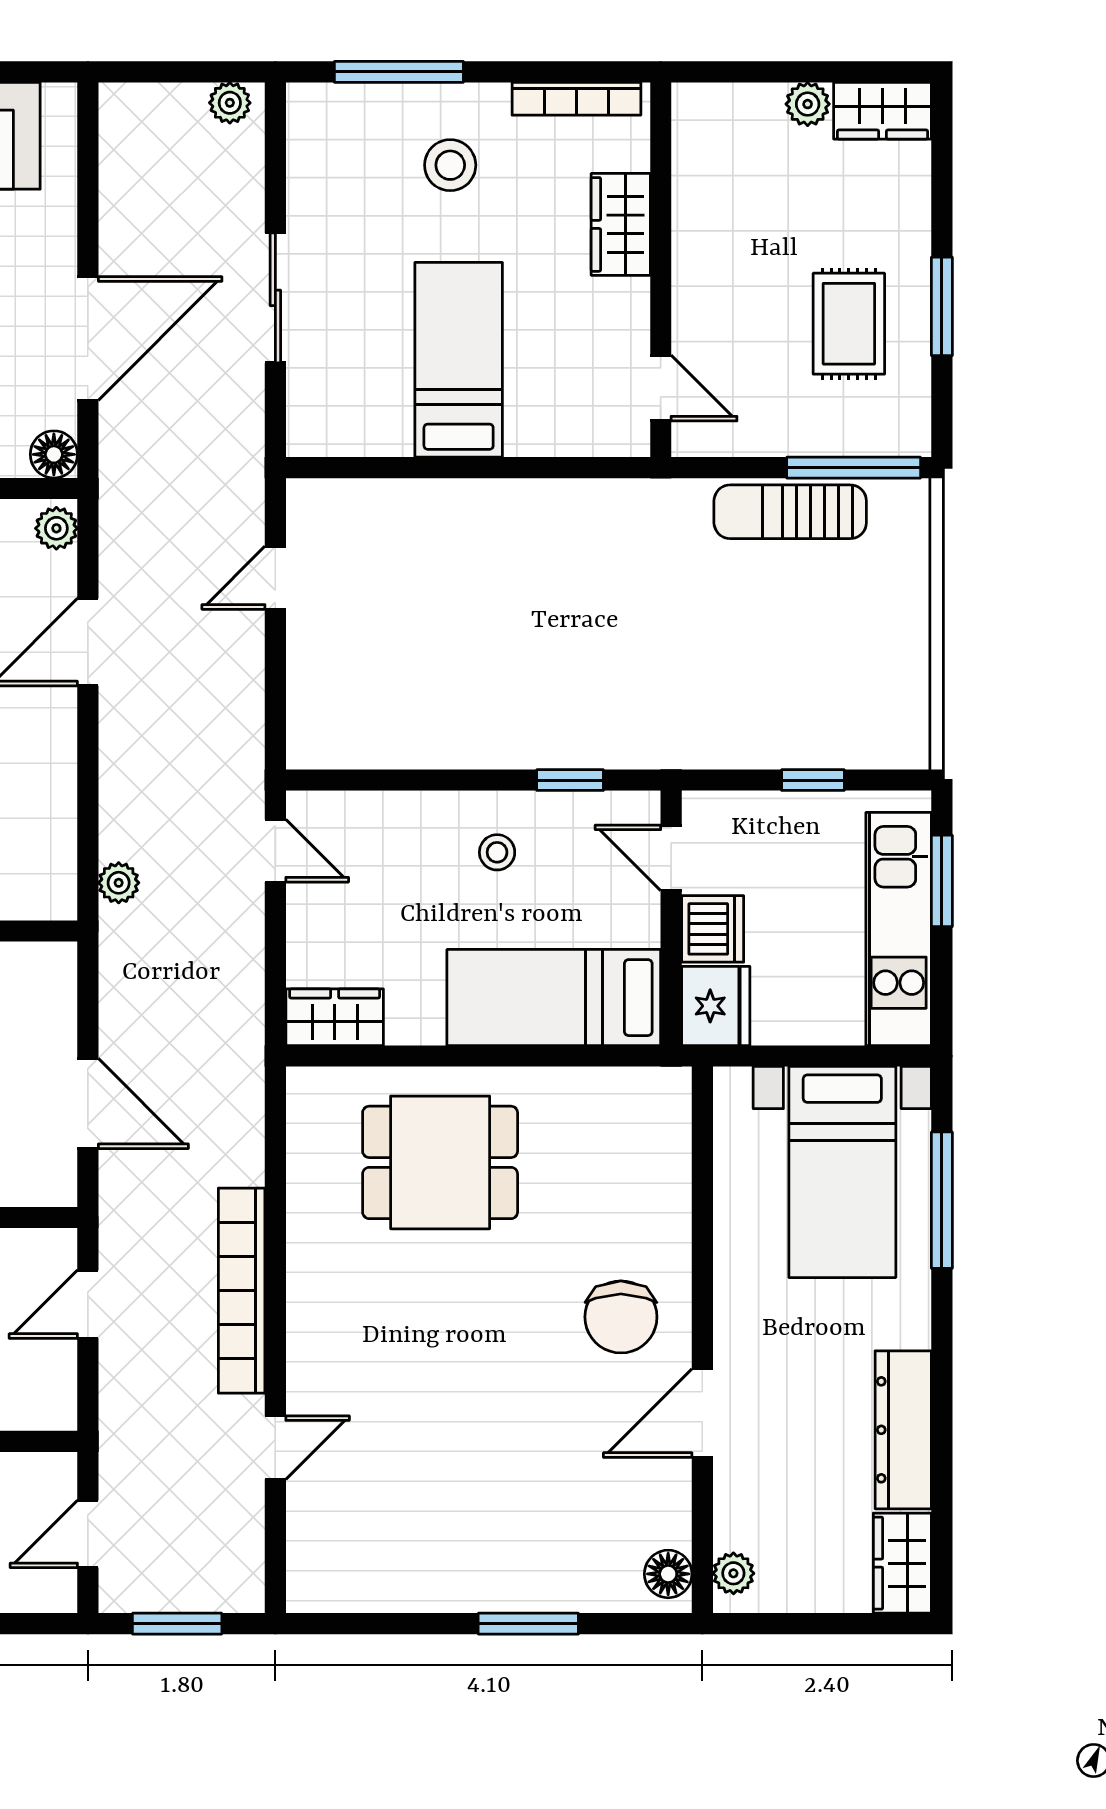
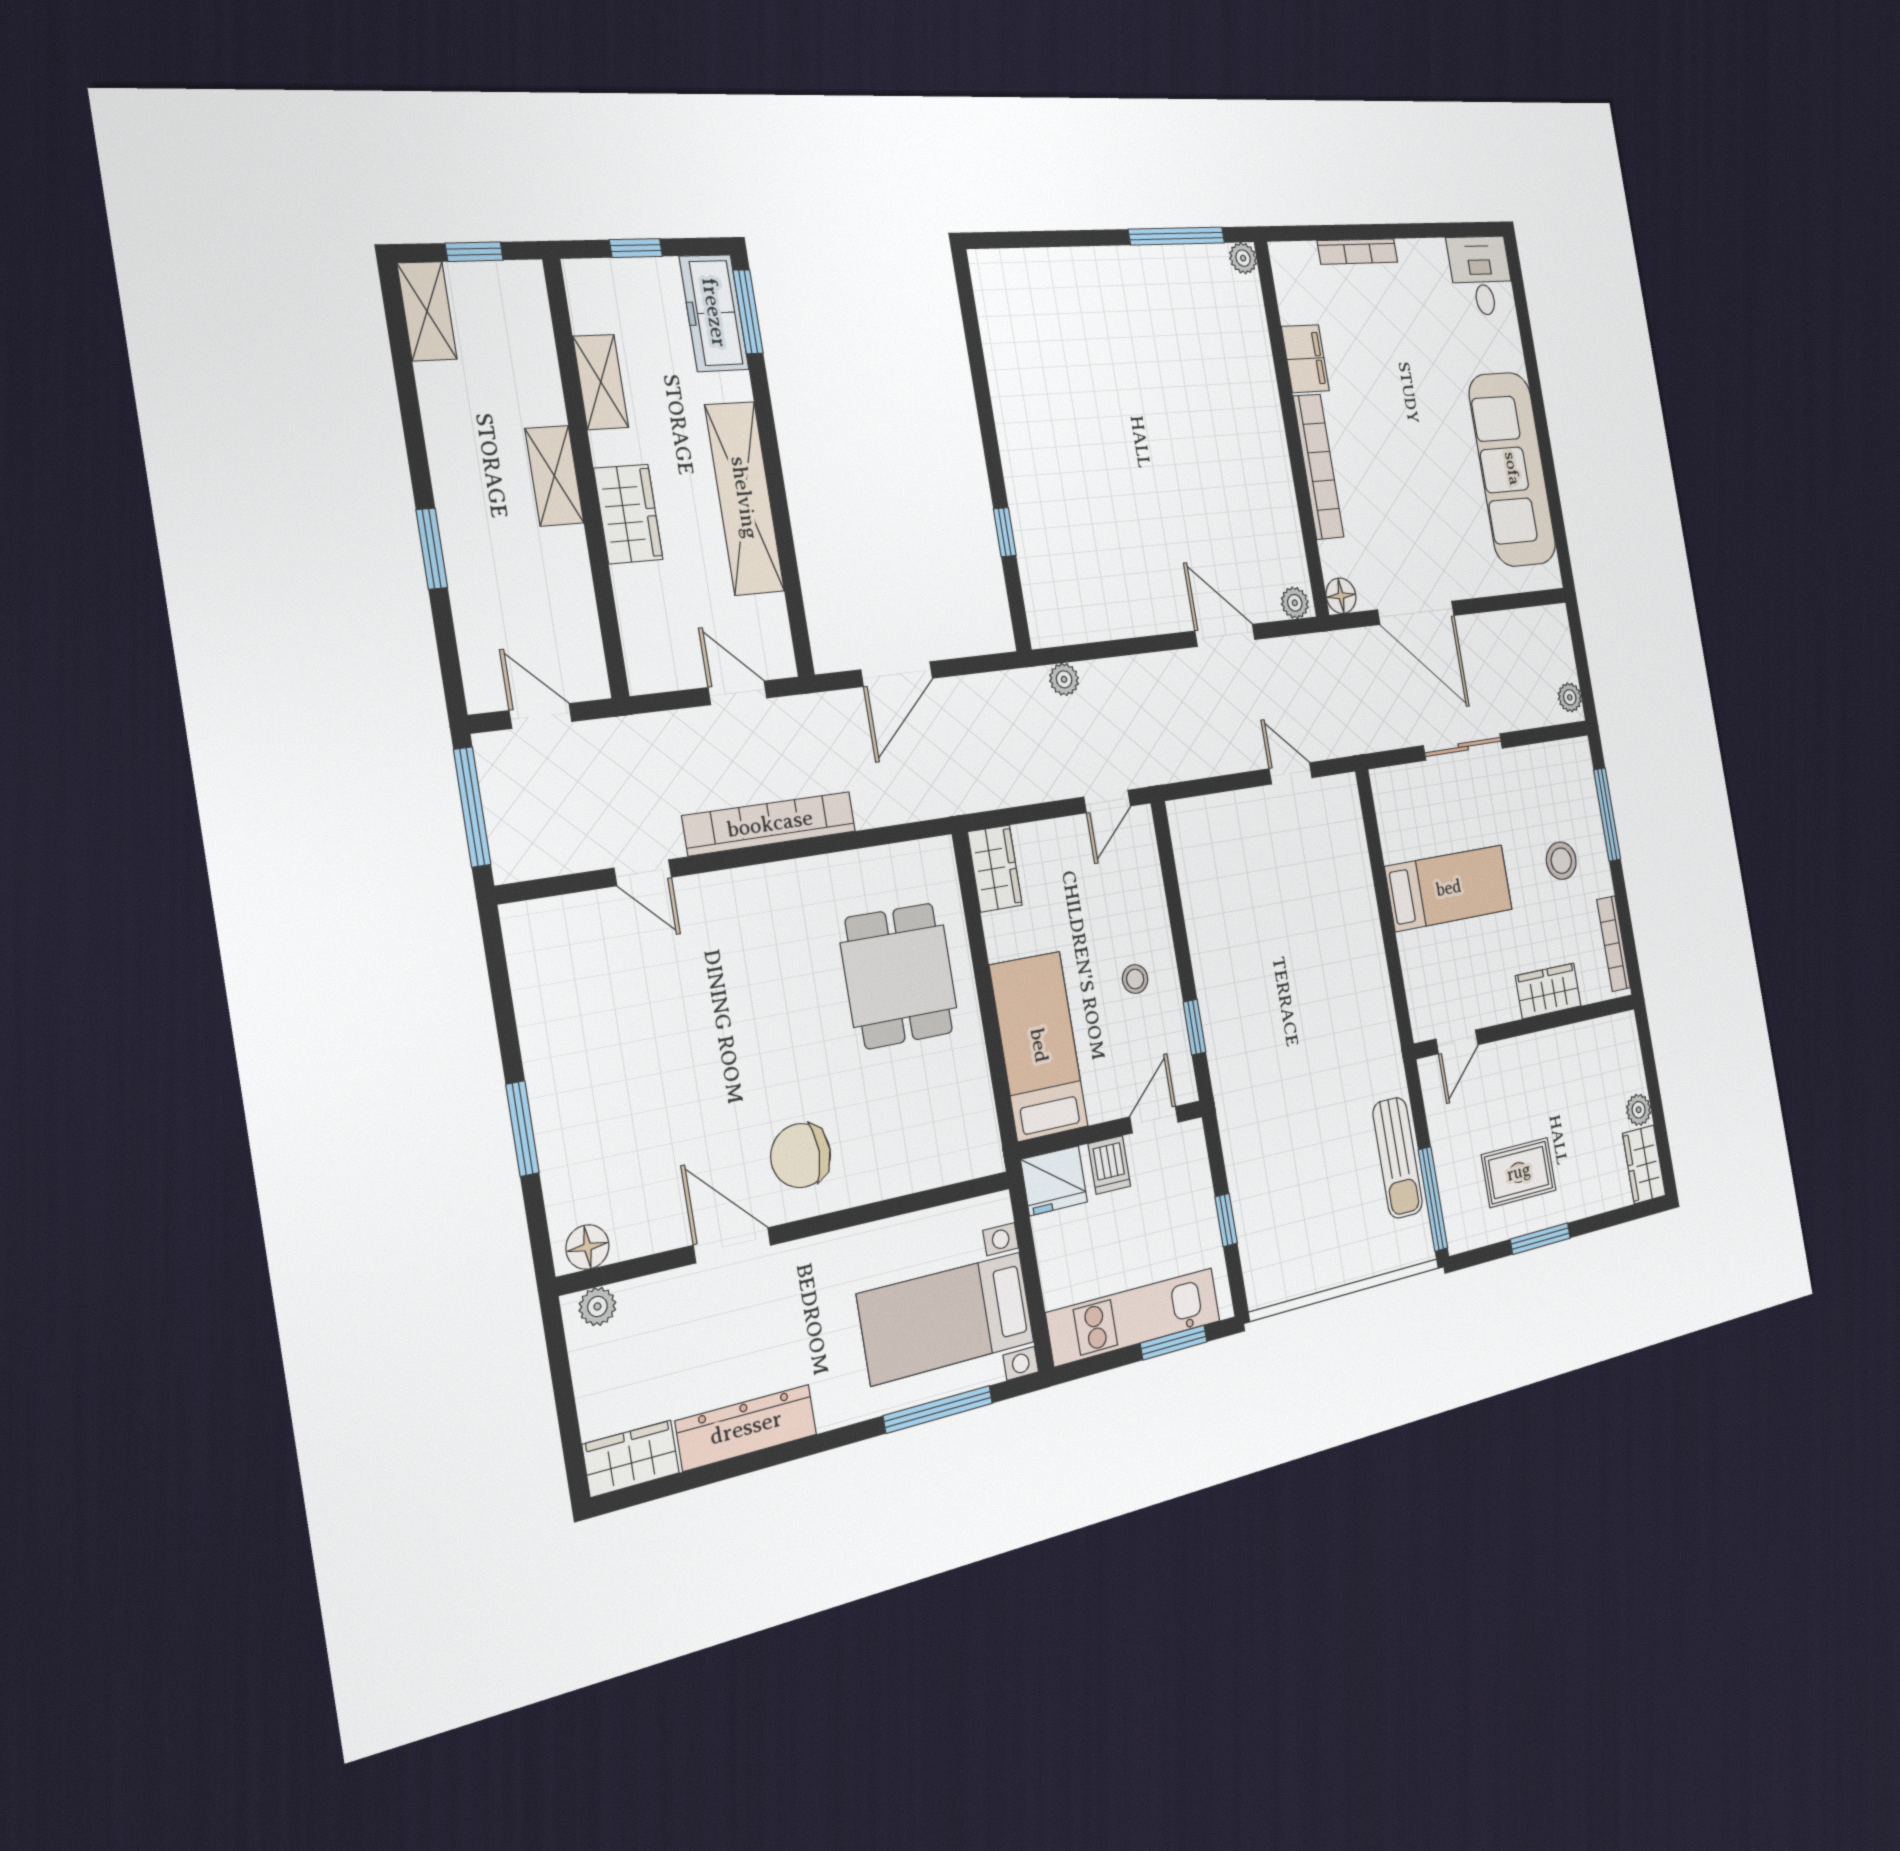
sun lounger: (790, 512) -> (1398, 1158), turned 180
dishwasher: (713, 929) -> (1109, 1165), width x0.73
window: (177, 1624) -> (472, 807), width x1.44

